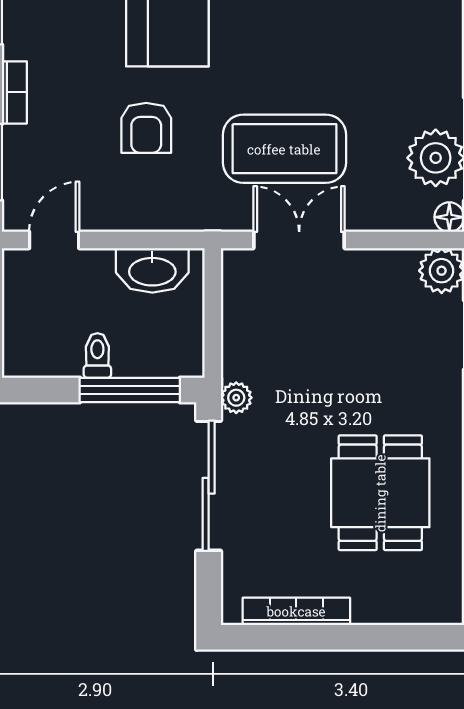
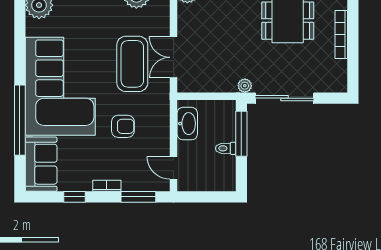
bookcase: (296, 611) -> (341, 35), moved

